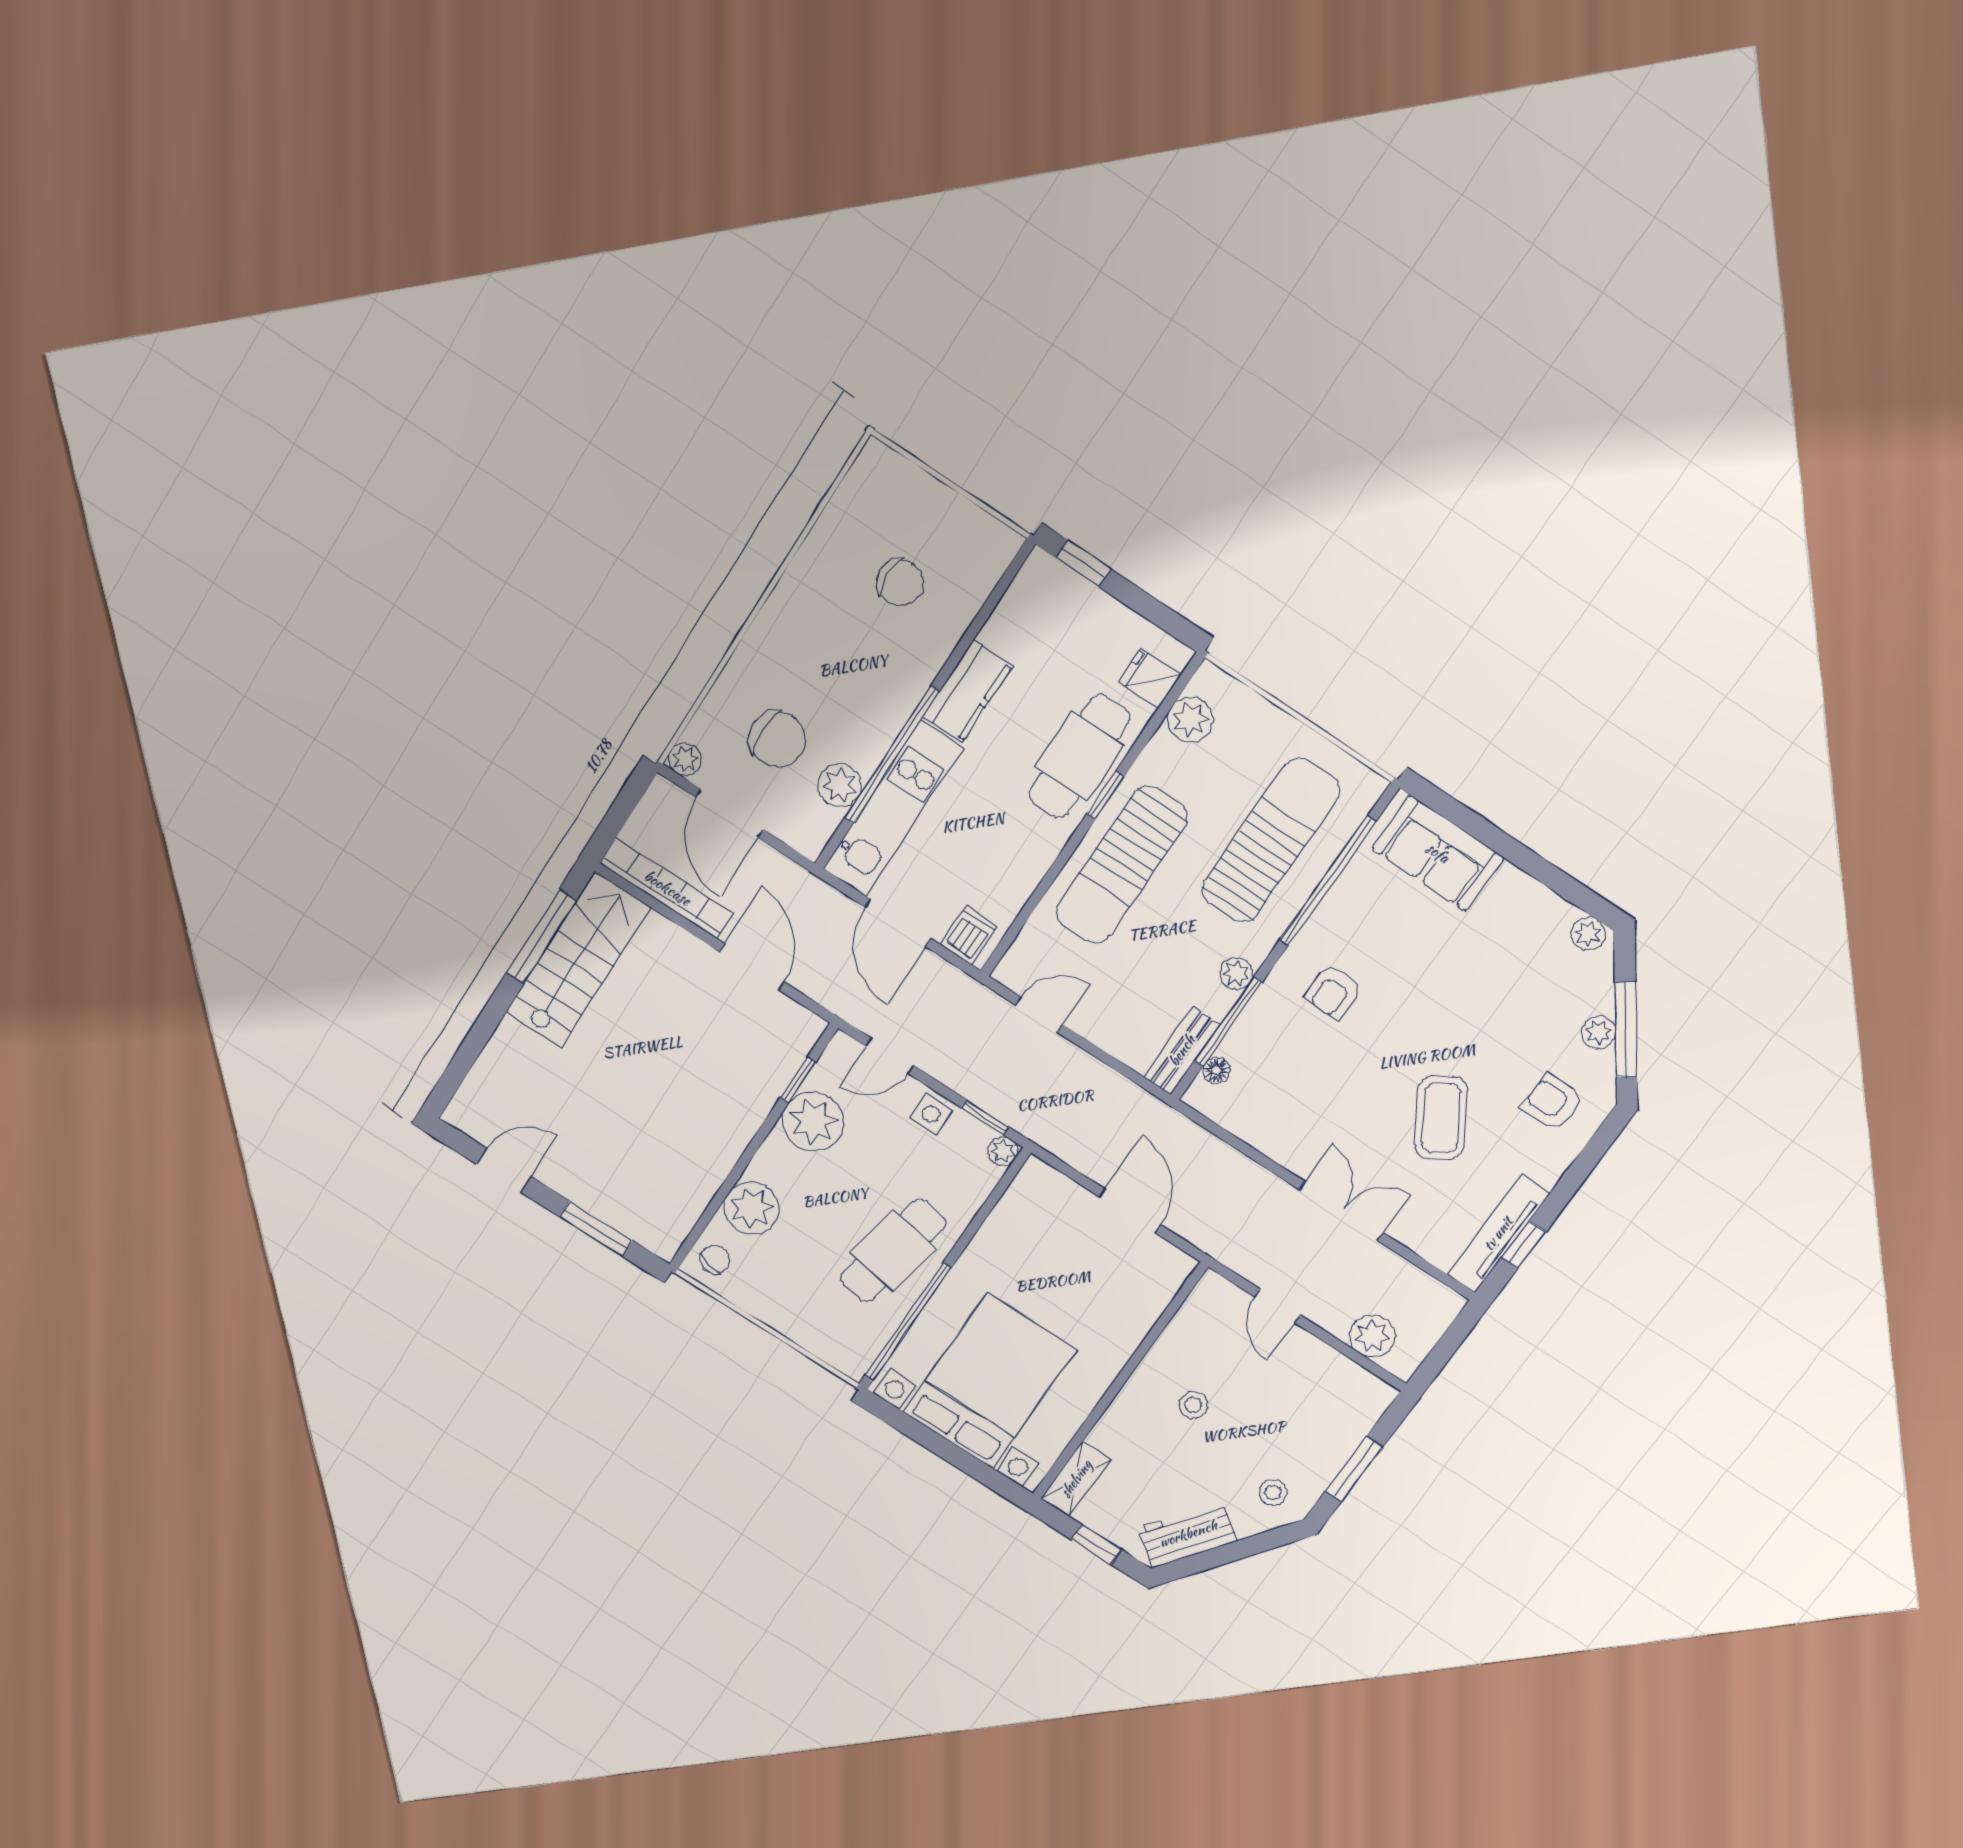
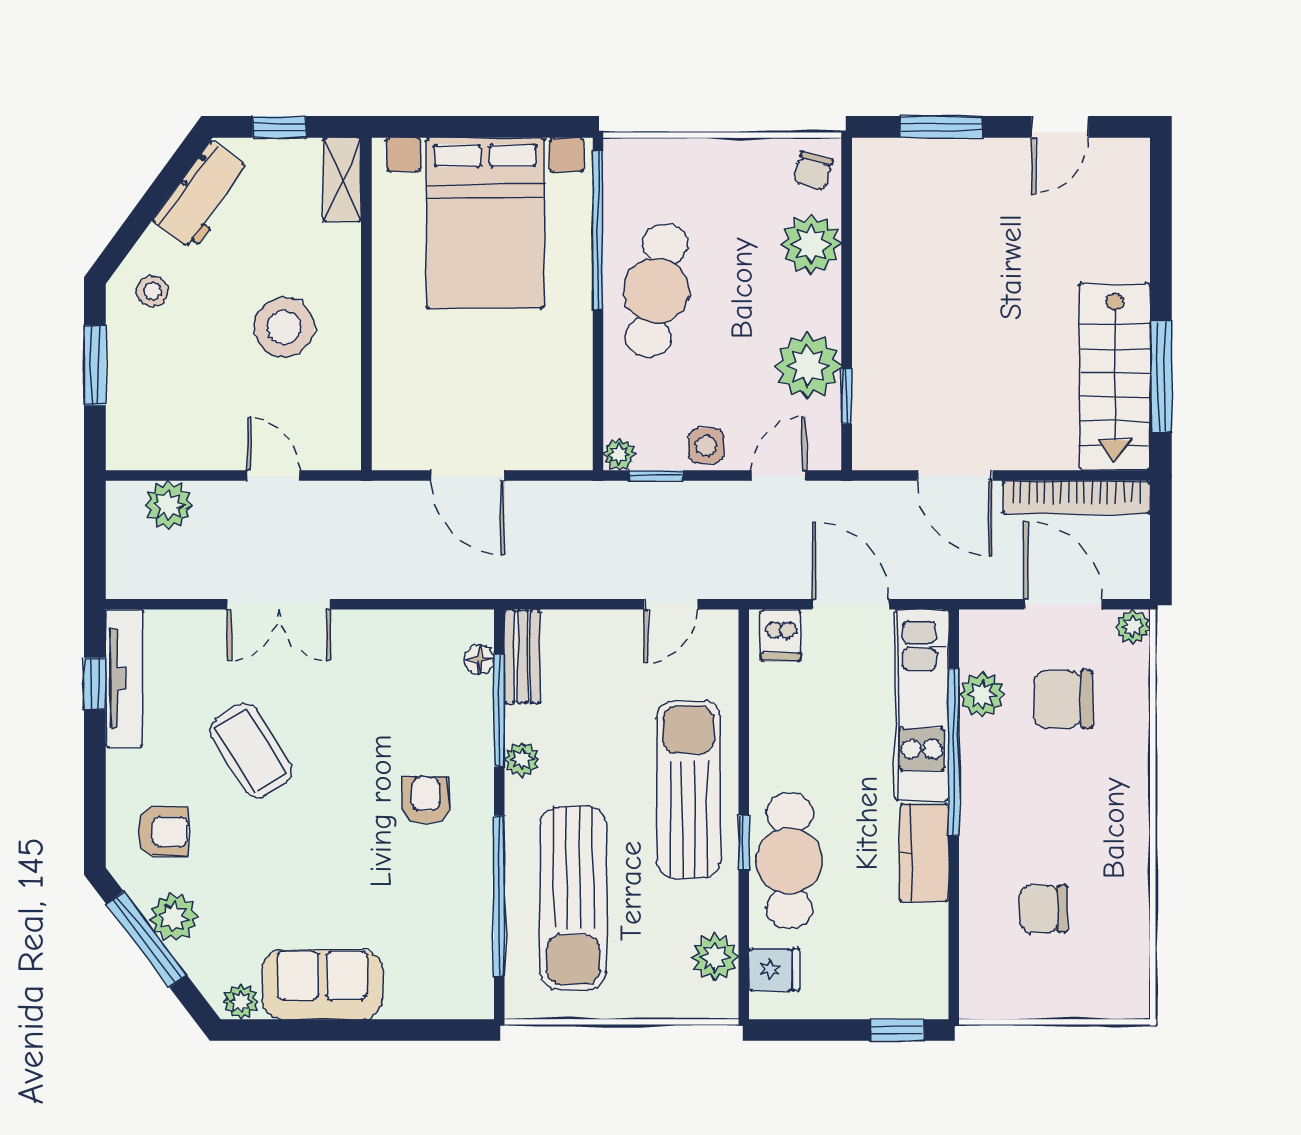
sofa: (1438, 853) -> (322, 984), moved
plant: (1599, 1032) -> (174, 917), width x1.38, depth x1.38
stool: (1193, 1405) -> (284, 327), width x1.89, depth x1.89

